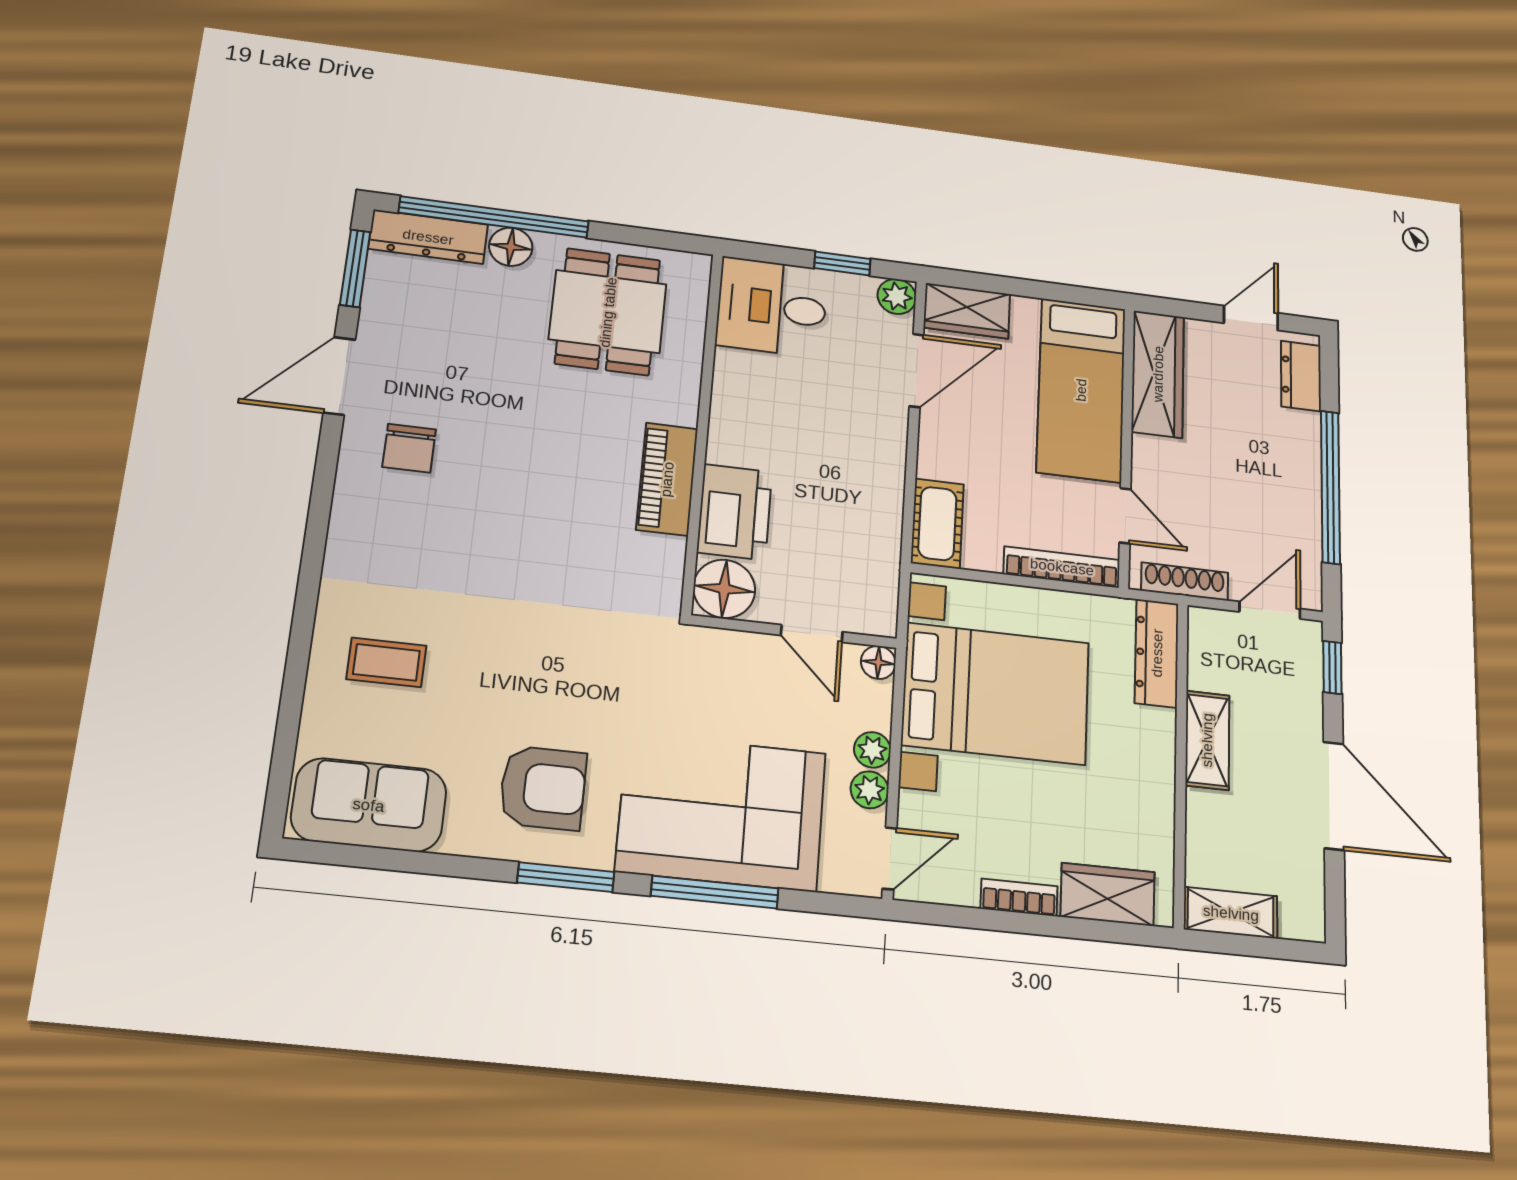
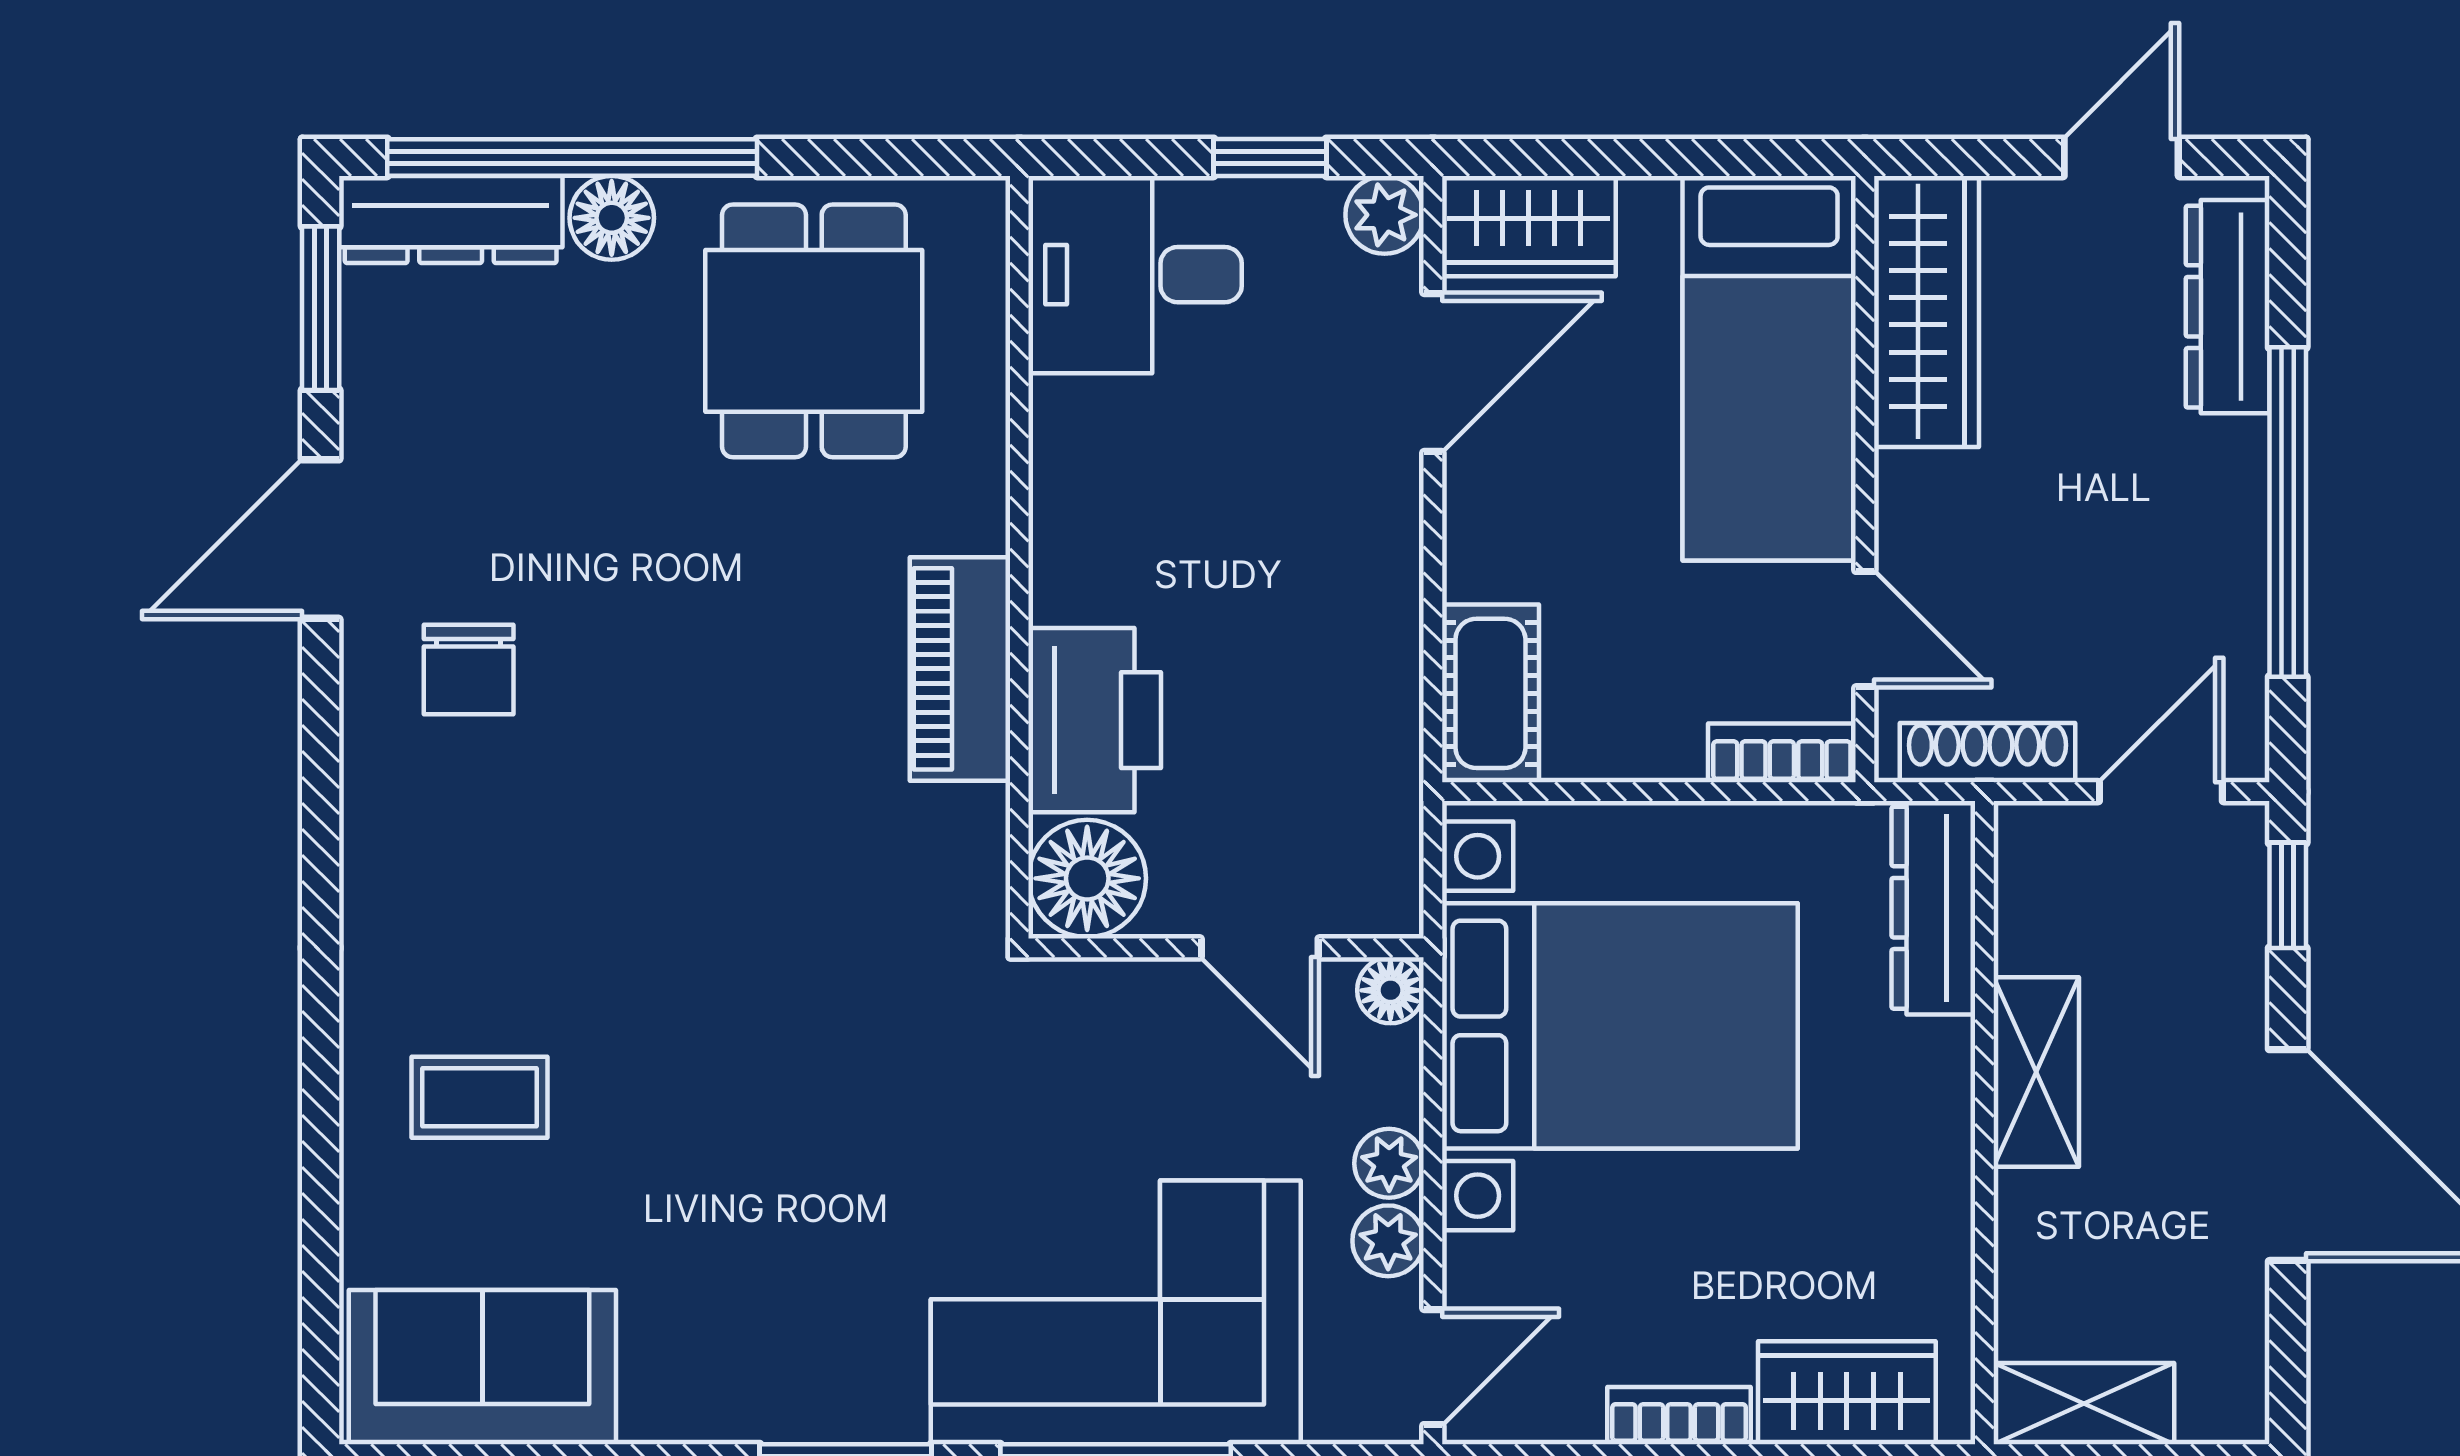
dresser: (1301, 376) -> (2228, 307), width x1.44
bookcase: (1062, 567) -> (1782, 753), width x0.64
armchair: (543, 788) -> (788, 1302), removed

